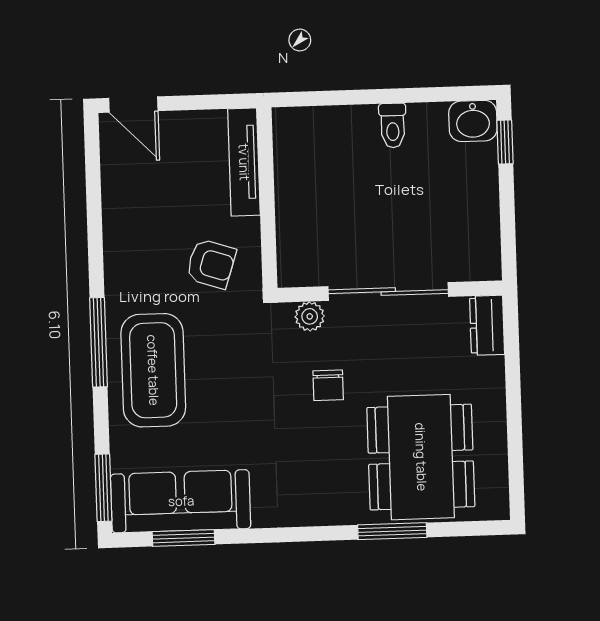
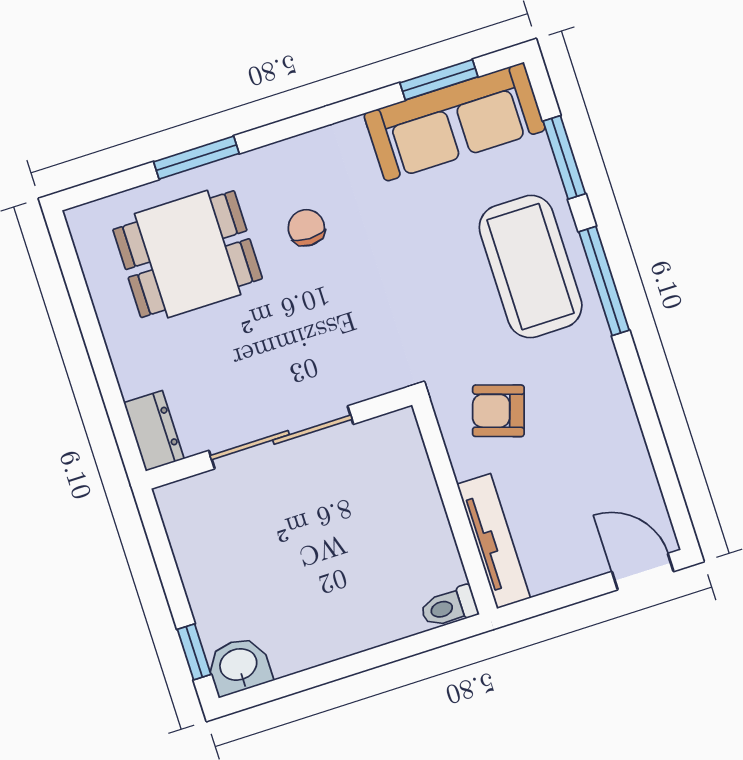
toilet: (393, 125) -> (449, 607), moved, turned -90
plant: (310, 316) -> (365, 382), removed
chair: (328, 385) -> (306, 228), moved
dining table: (421, 457) -> (188, 254), width x0.73
window: (103, 488) -> (564, 157), moved

